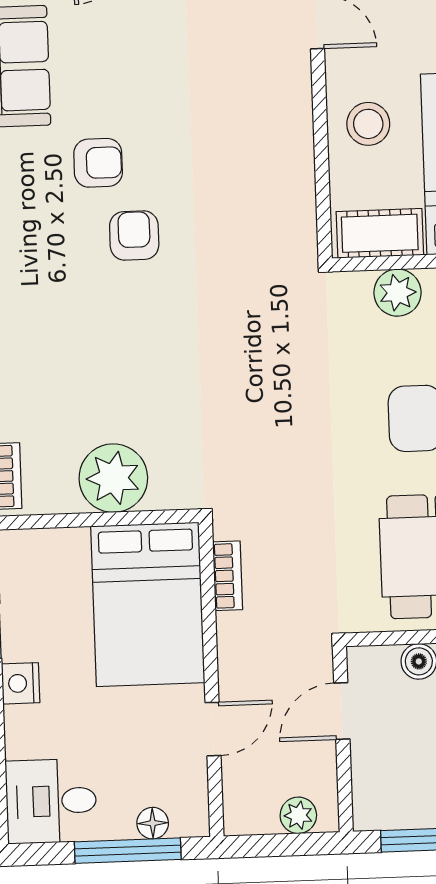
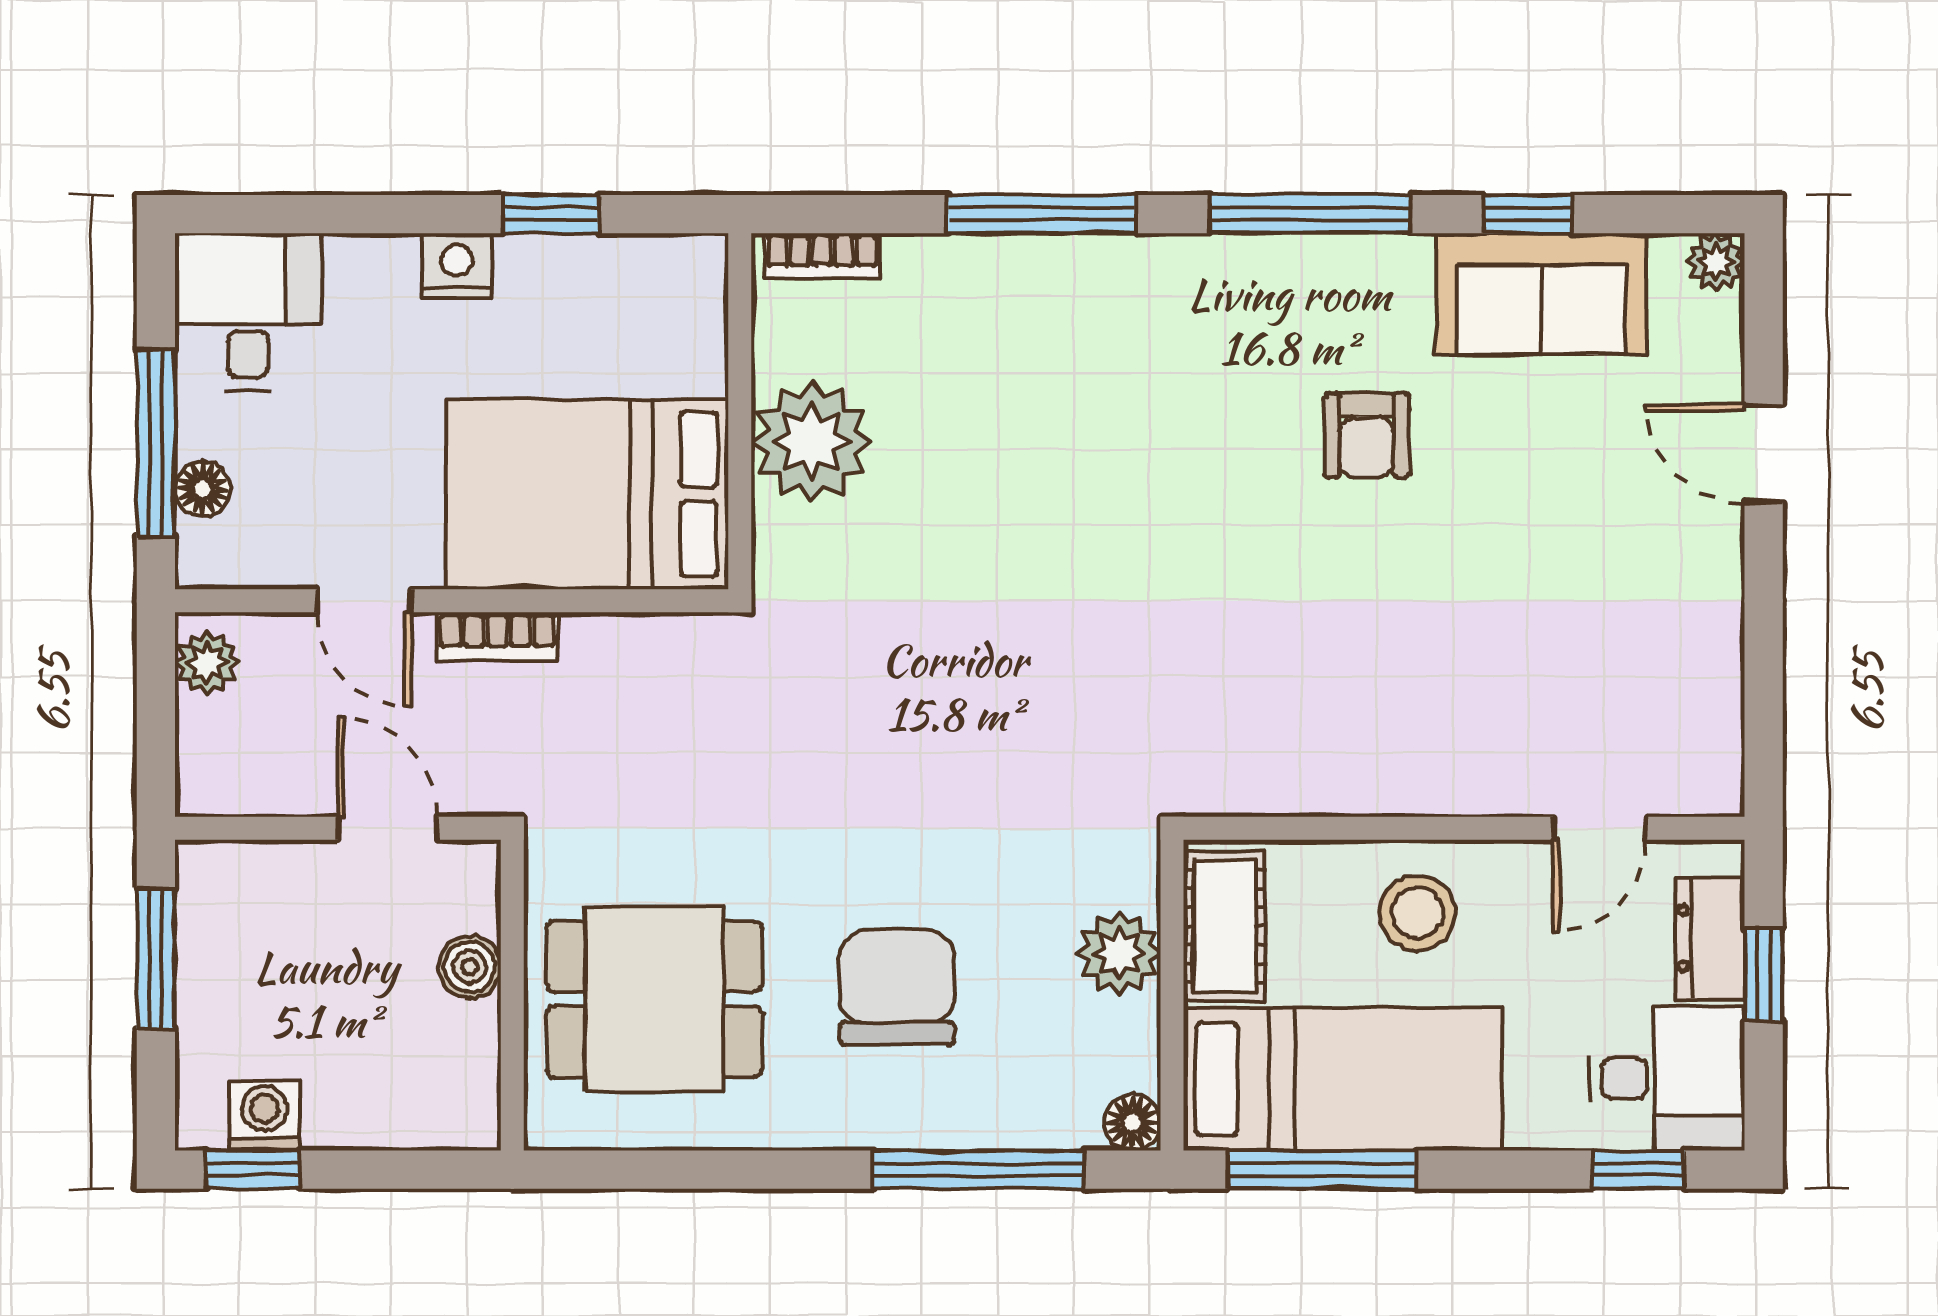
armchair: (134, 236) -> (1236, 494), removed
bookcase: (228, 576) -> (497, 636), moved
plant: (298, 815) -> (207, 663), moved

